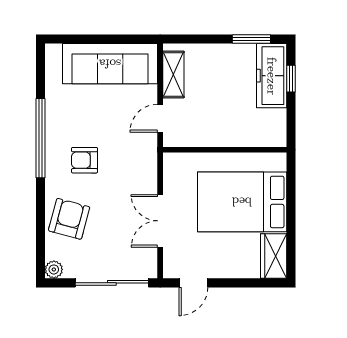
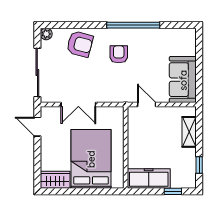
window: (251, 39) -> (199, 165), width x0.67
sofa: (110, 64) -> (183, 80), width x0.73
shelving: (173, 75) -> (189, 132), moved, turned 90
freezer: (272, 76) -> (149, 178), moved
double door: (160, 221) -> (78, 105), swing flipped

